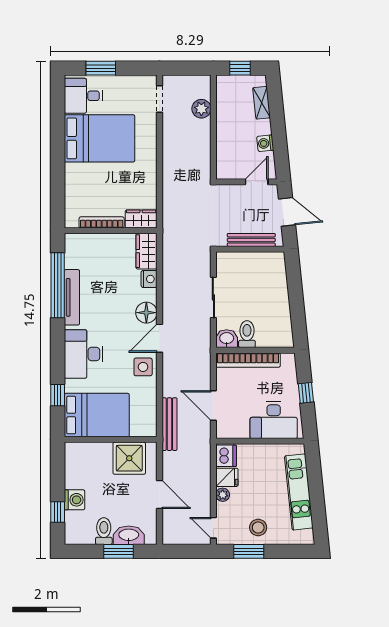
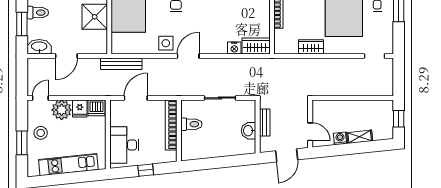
shelving: (262, 103) -> (360, 137), moved
plant: (201, 109) -> (367, 89), removed
wardrobe: (141, 219) -> (311, 47), moved, turned -90
bench: (251, 240) -> (265, 123), width x0.73
floor lamp: (146, 313) -> (208, 46), removed
door: (159, 338) -> (188, 56), hinge flipped
washbasin: (227, 339) -> (248, 131), moved, turned 180
shower: (129, 458) -> (95, 17), moved
plant: (223, 495) -> (62, 110), width x1.87, depth x1.87
washbasin: (129, 535) -> (39, 47), moved, turned -90
window: (249, 551) -> (22, 143), moved

